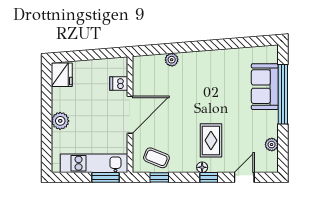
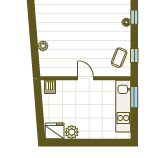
dishwasher: (119, 83) -> (50, 87), moved
door: (130, 115) -> (86, 78), width x0.53
plant: (60, 121) -> (72, 132), moved
rug: (211, 140) -> (106, 15), removed

